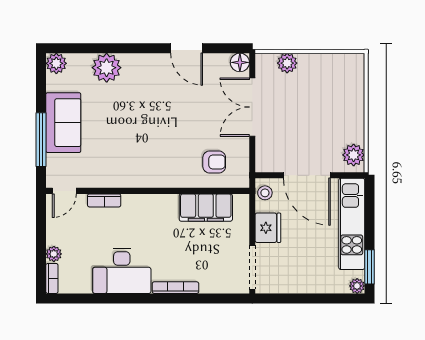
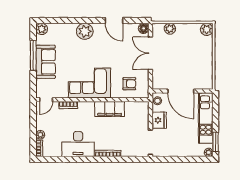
plant: (107, 68) -> (85, 31), moved
window: (41, 140) -> (33, 55), moved
plant: (354, 155) -> (207, 29), moved
corner sofa: (142, 161) -> (89, 83), added
filing cabinet: (206, 208) -> (110, 109), moved

